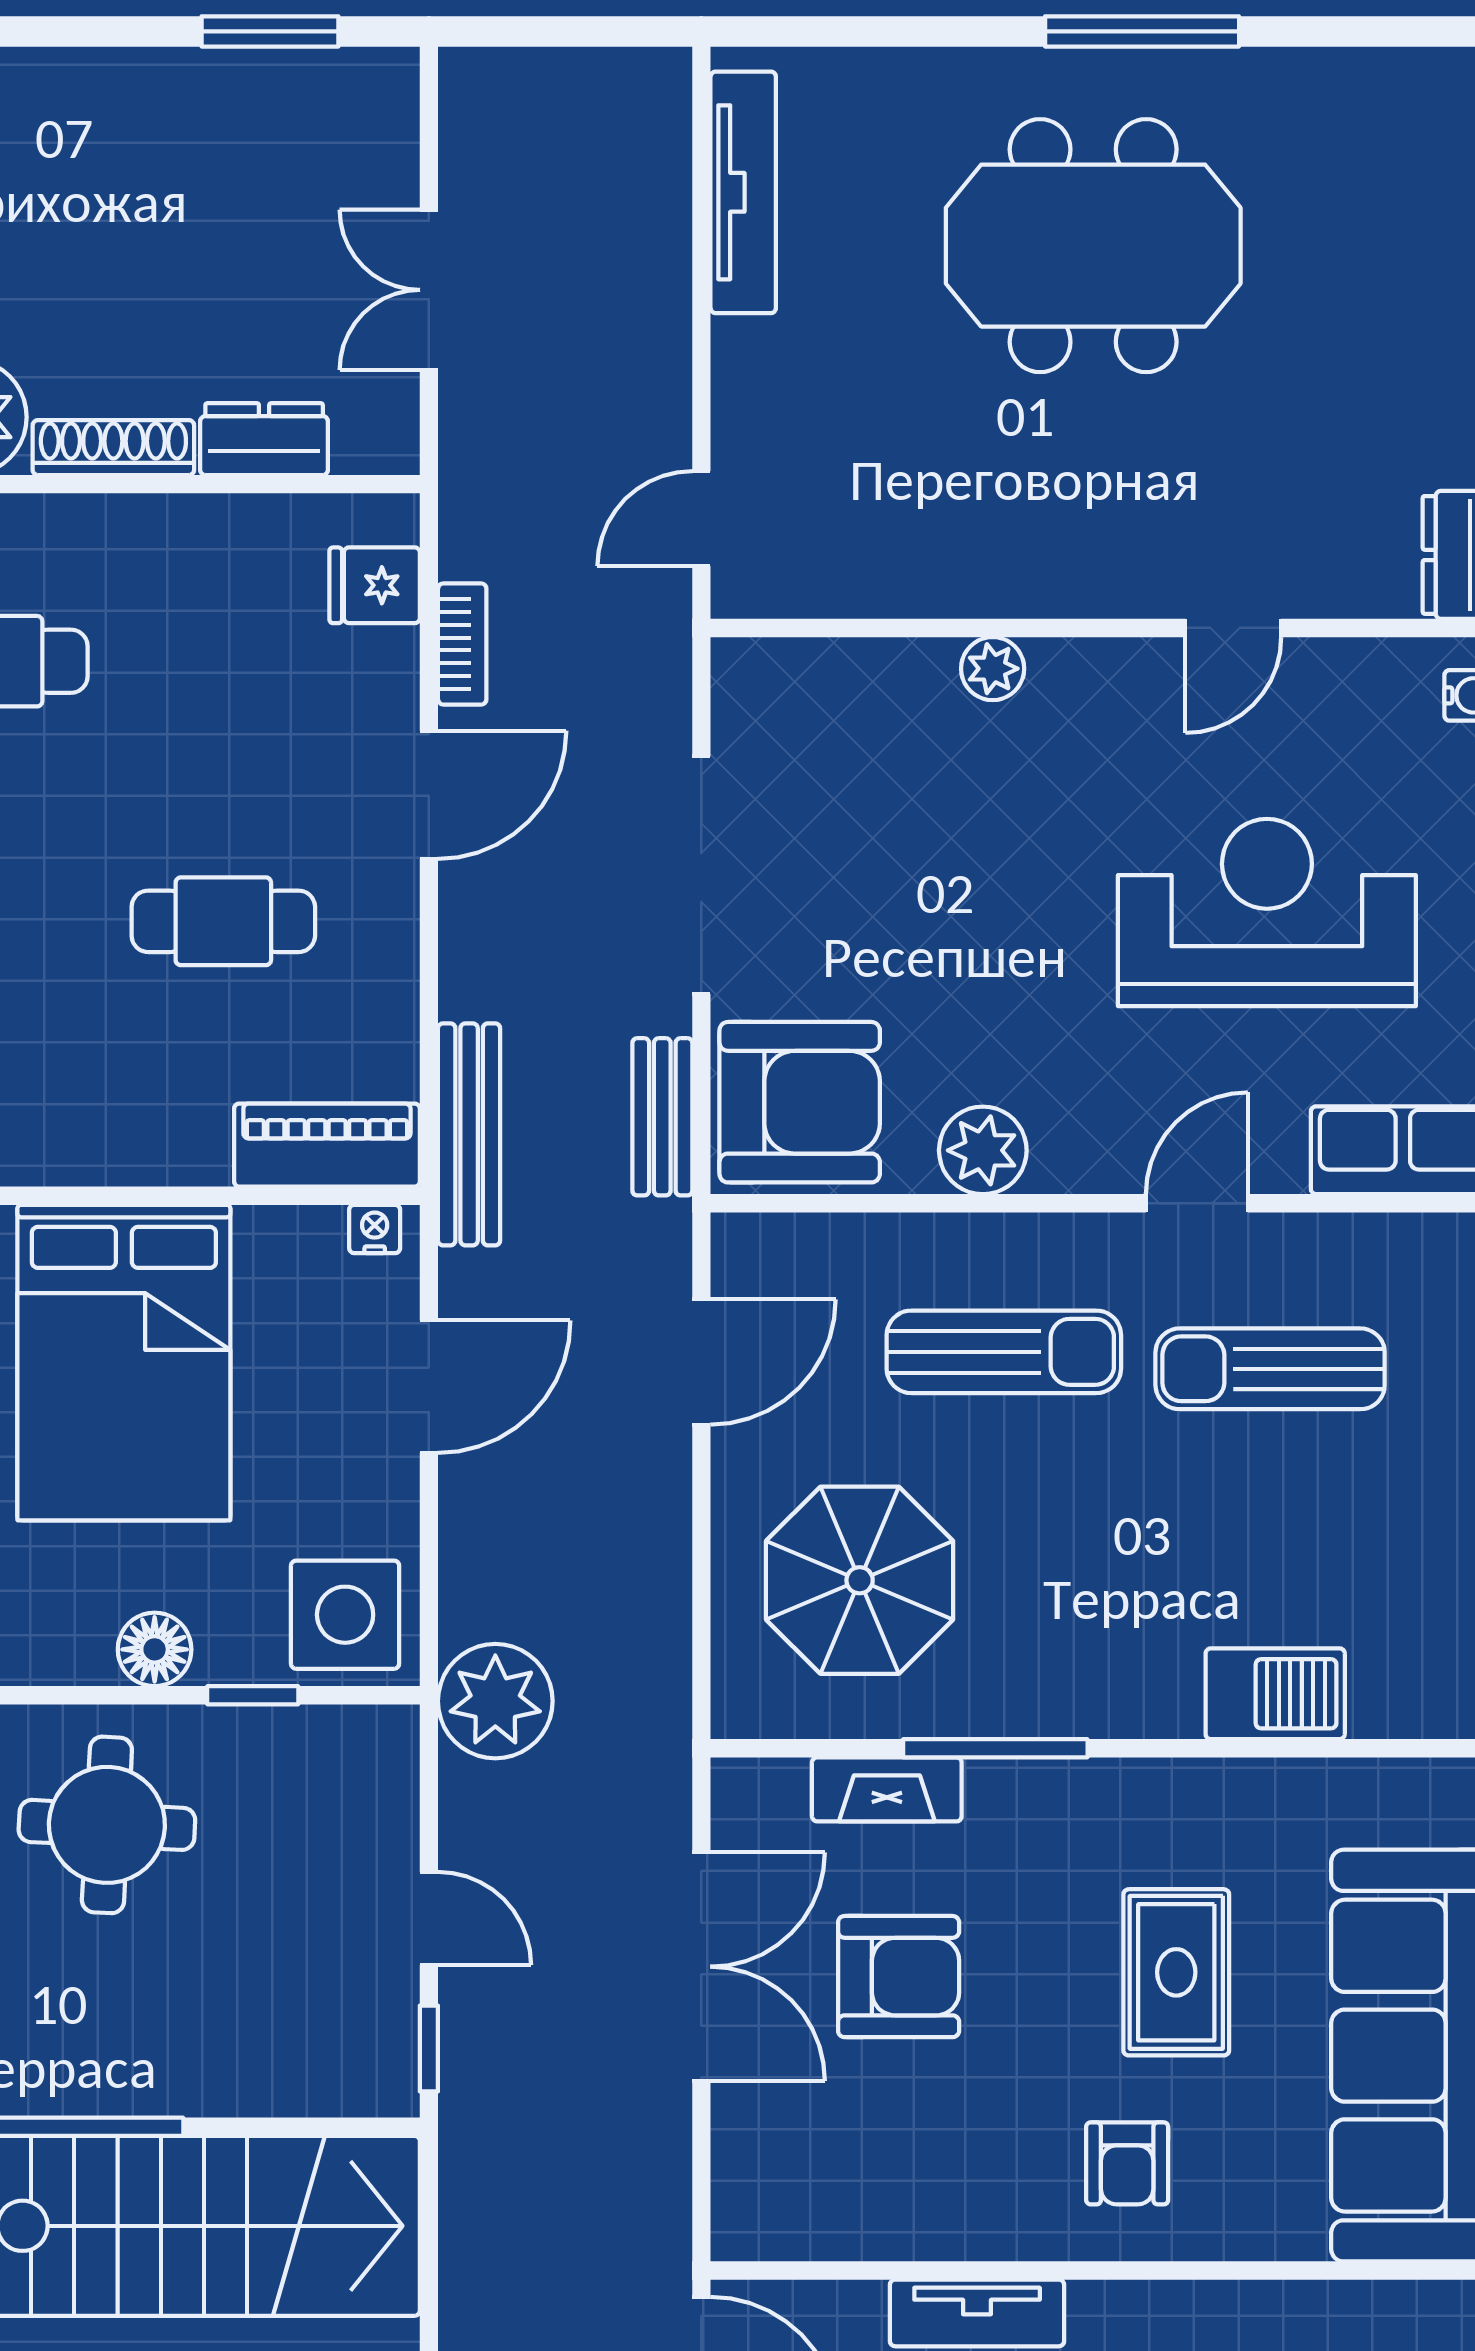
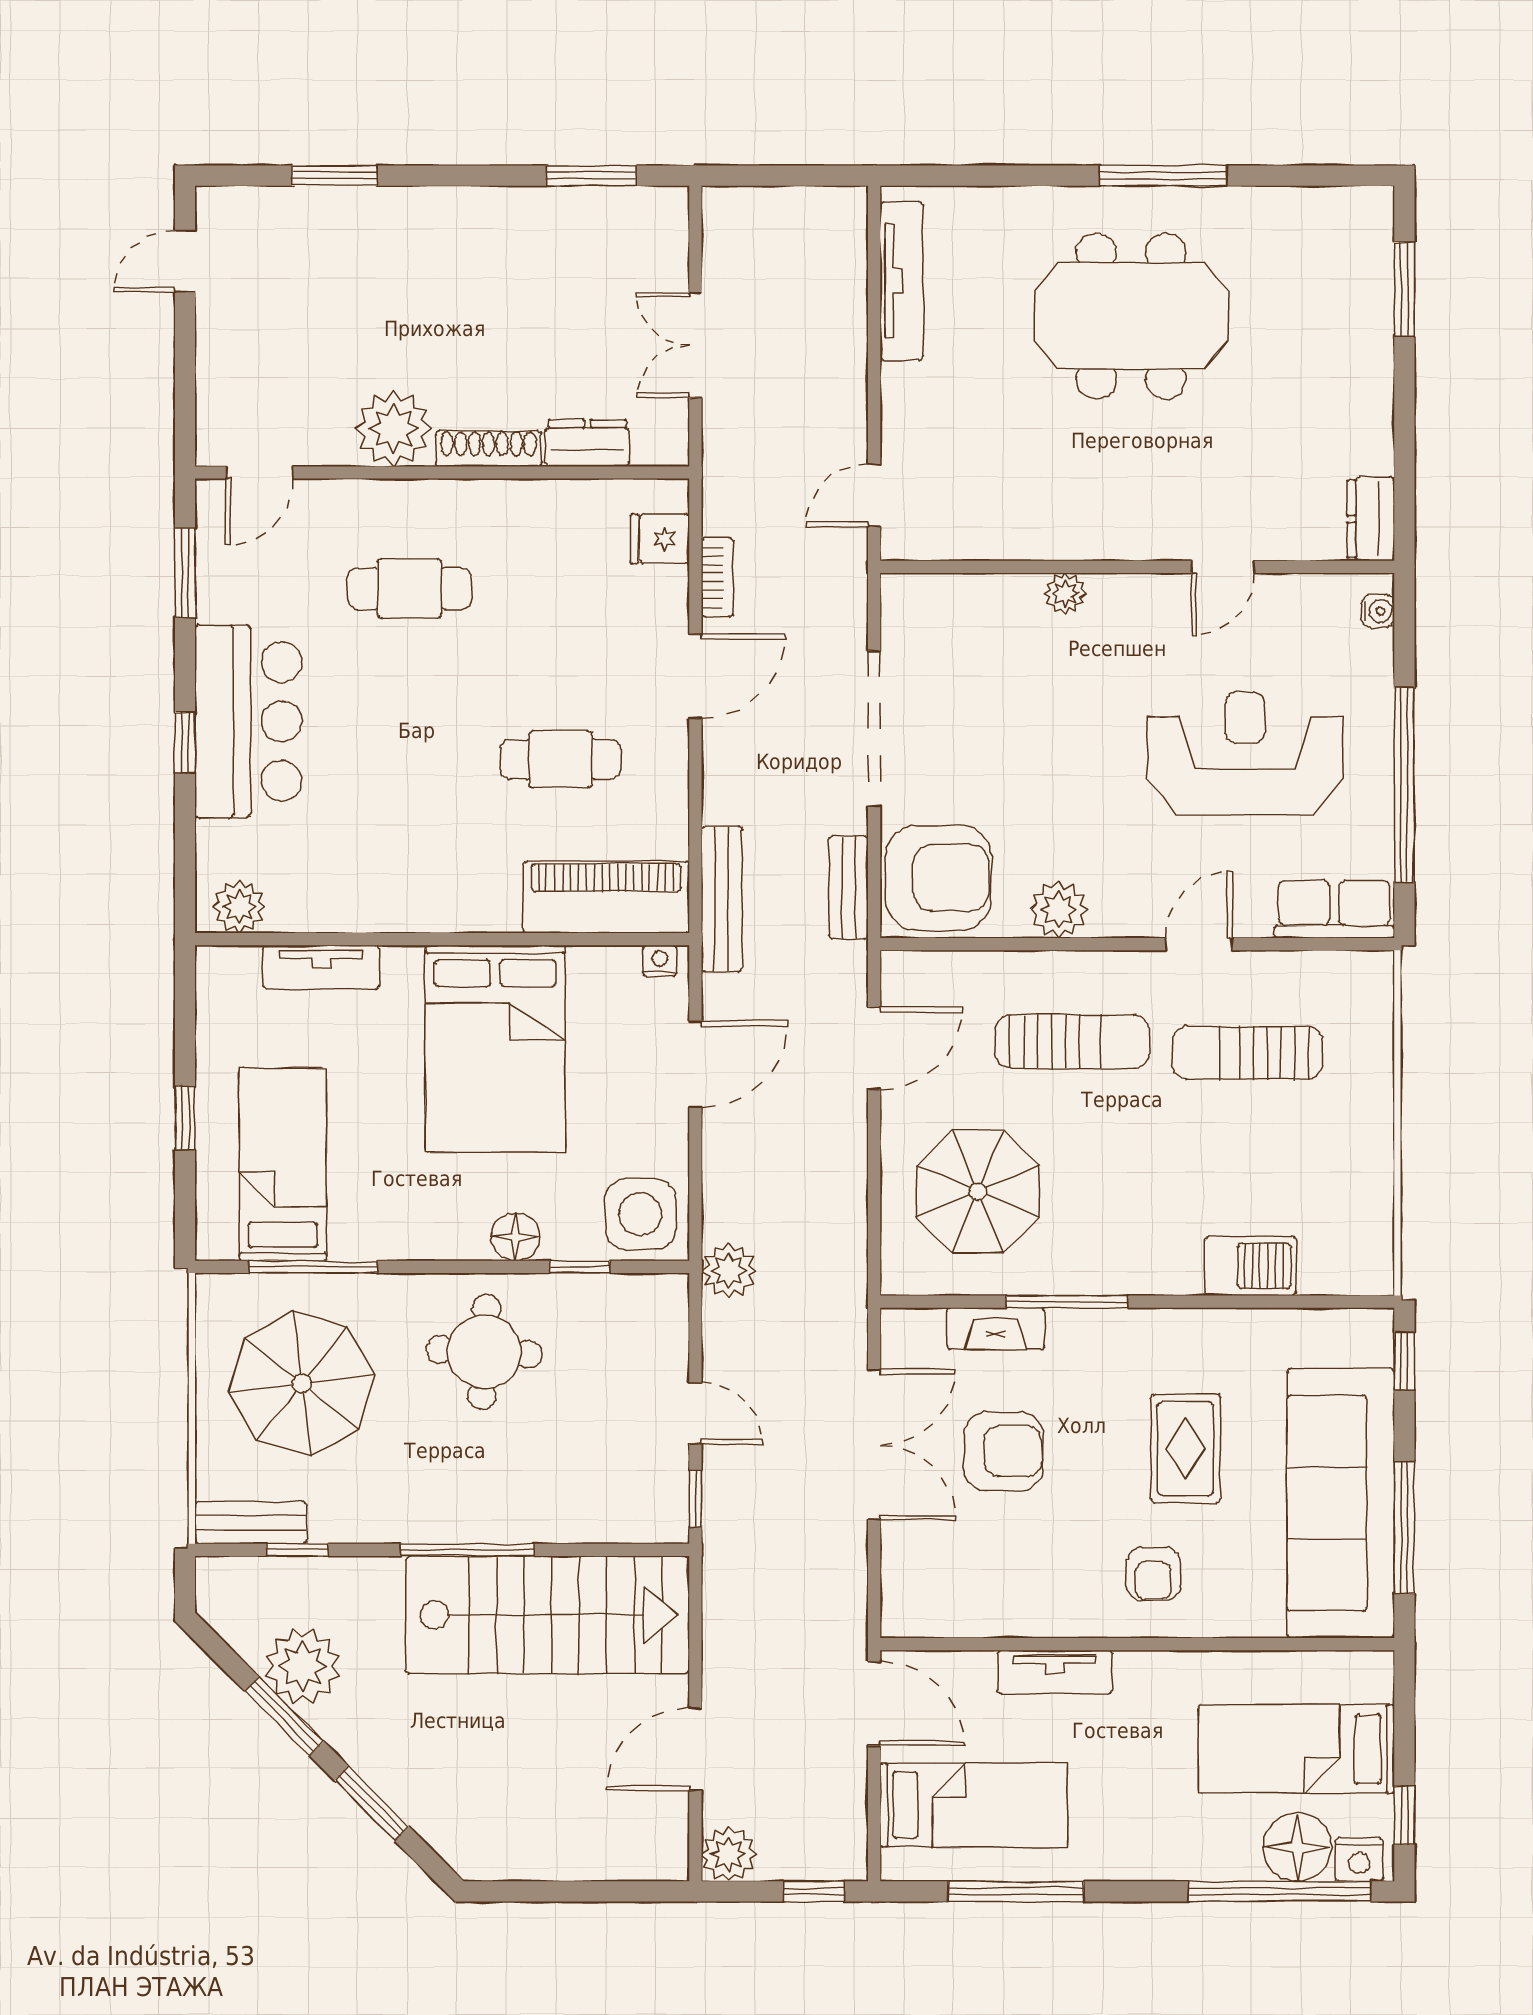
piano: (327, 1145) -> (606, 897), width x1.37, depth x1.33
plant: (495, 1701) -> (729, 1271), width x0.73, depth x0.73

